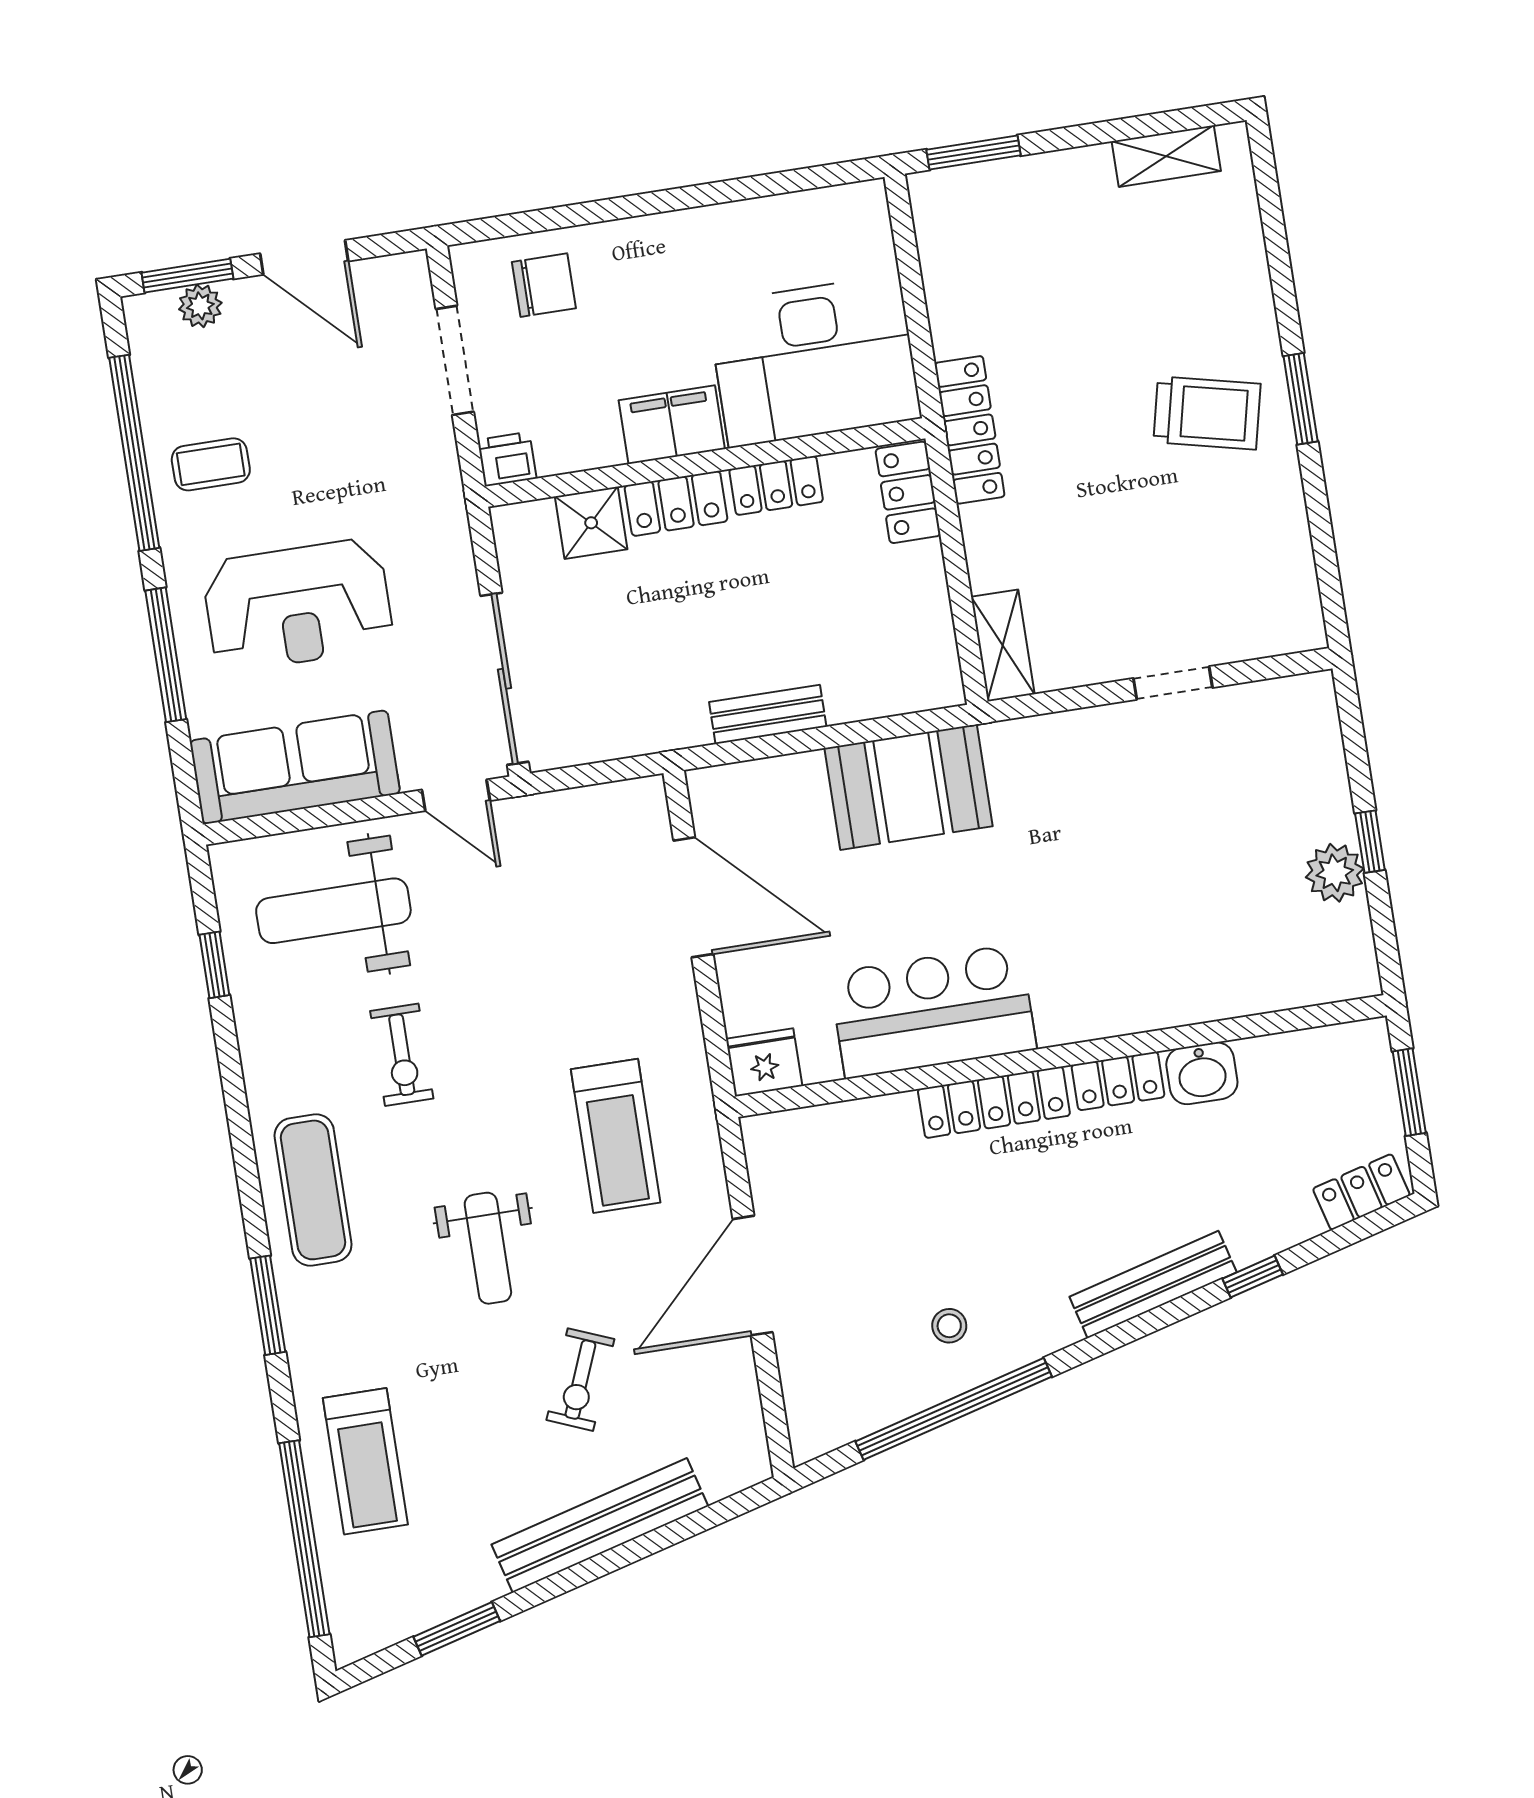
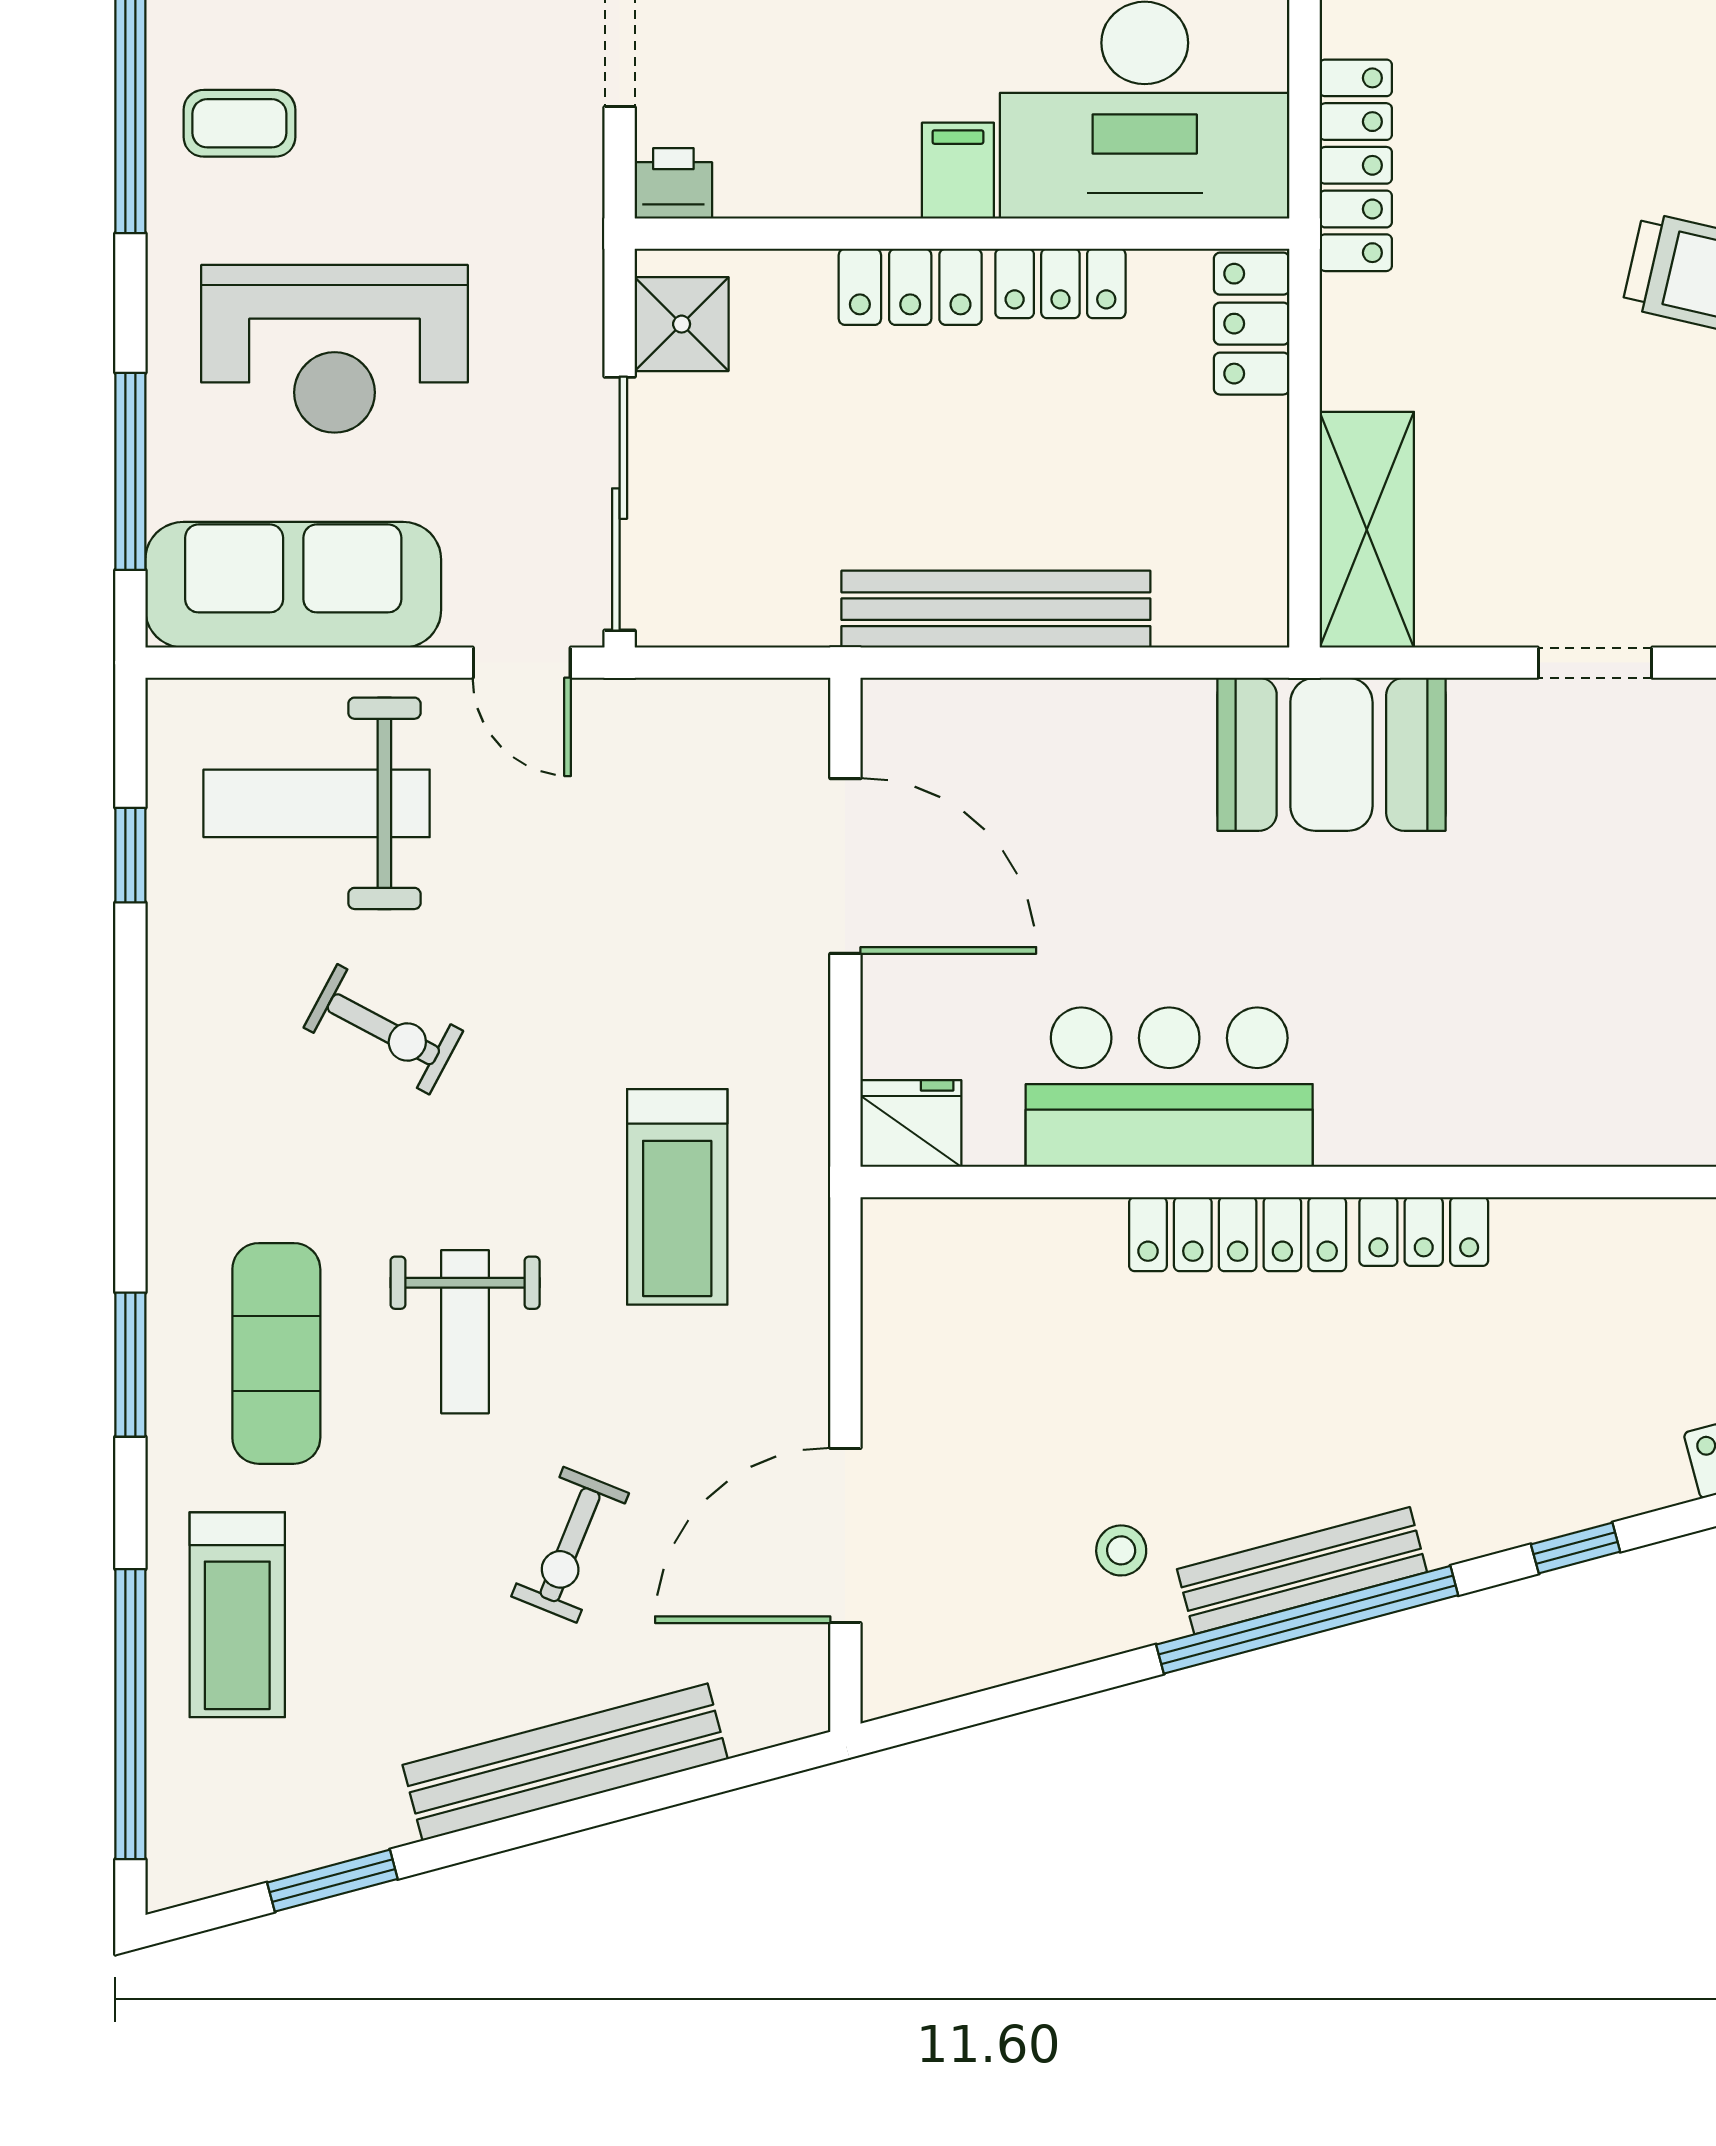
filing cabinet: (672, 425) -> (958, 171), width x0.50
locker: (970, 430) -> (1356, 165), moved
shower: (591, 523) -> (682, 324), moved
shelving: (1003, 646) -> (1367, 530), width x1.50, depth x1.33
window: (166, 655) -> (130, 471), moved
bench: (768, 714) -> (996, 609), width x1.86, depth x1.21
booth: (908, 787) -> (1331, 754), moved
exercise bike: (402, 1055) -> (383, 1029), turned -62
washbasin: (1202, 1073) -> (1548, 1239), removed
exercise mat: (313, 1190) -> (276, 1353), moved
door: (753, 1276) -> (845, 1535), moved
bench: (1153, 1285) -> (1302, 1571), moved
window: (954, 1409) -> (1307, 1620), moved

